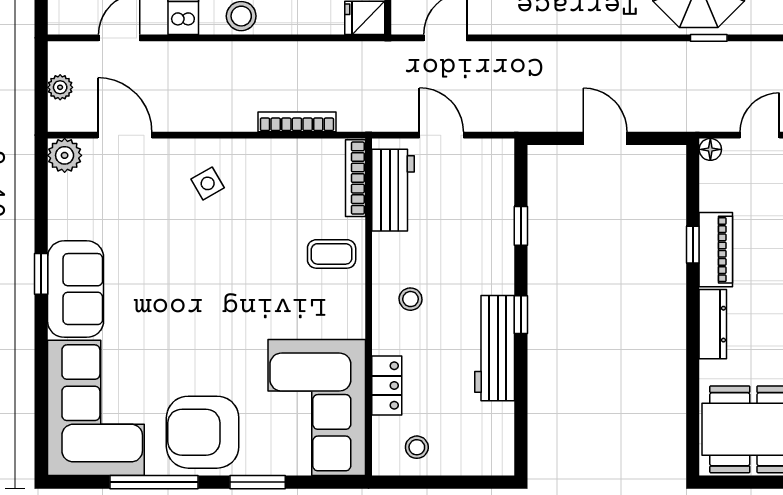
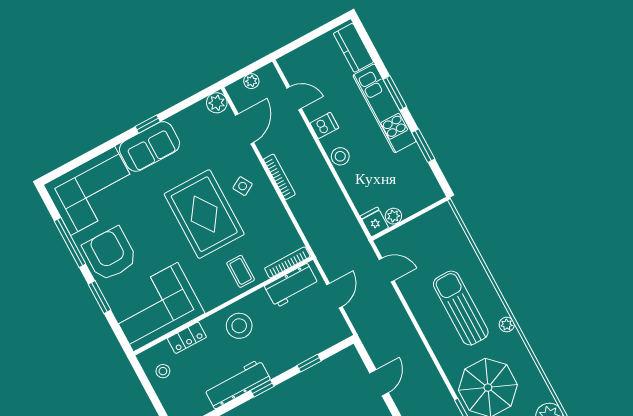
bookcase: (297, 122) -> (279, 177), moved
rug: (218, 262) -> (204, 214), added
stool: (411, 299) -> (239, 326), width x1.89, depth x1.89

